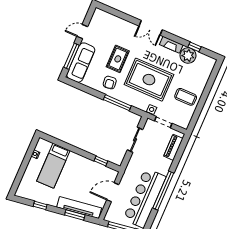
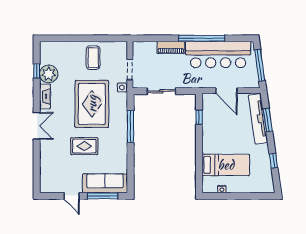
armchair: (110, 83) -> (113, 144), removed
piano: (173, 147) -> (171, 47), moved

